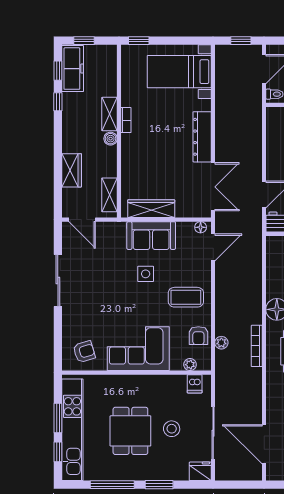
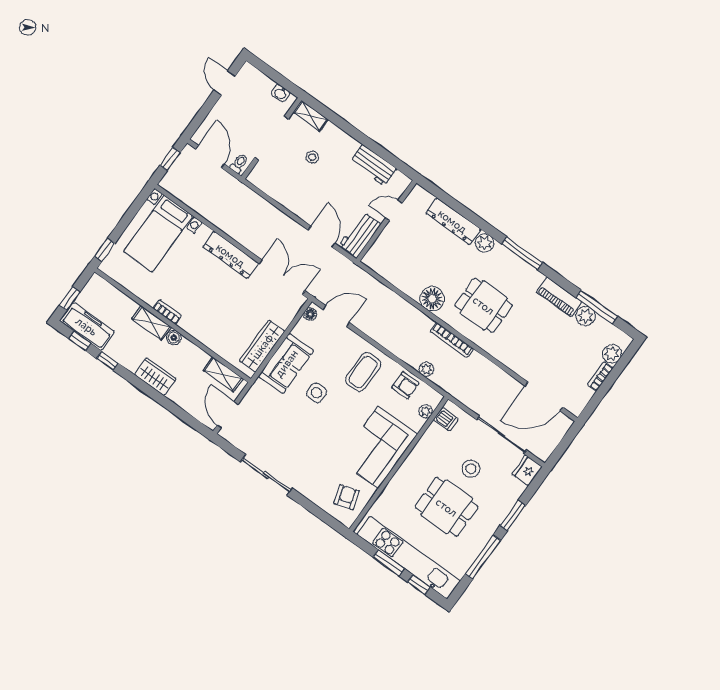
wardrobe: (72, 170) -> (155, 377), moved
door: (82, 220) -> (228, 415), swing flipped
door: (213, 247) -> (336, 316), hinge flipped

